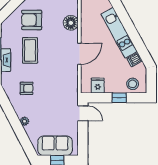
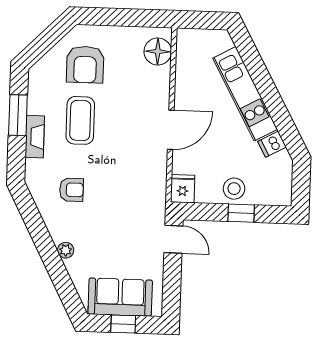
armchair: (32, 20) -> (85, 65), turned -90
floor lamp: (71, 23) -> (158, 52), moved
stool: (133, 84) -> (234, 189), moved
fridge: (98, 86) -> (183, 189), moved

